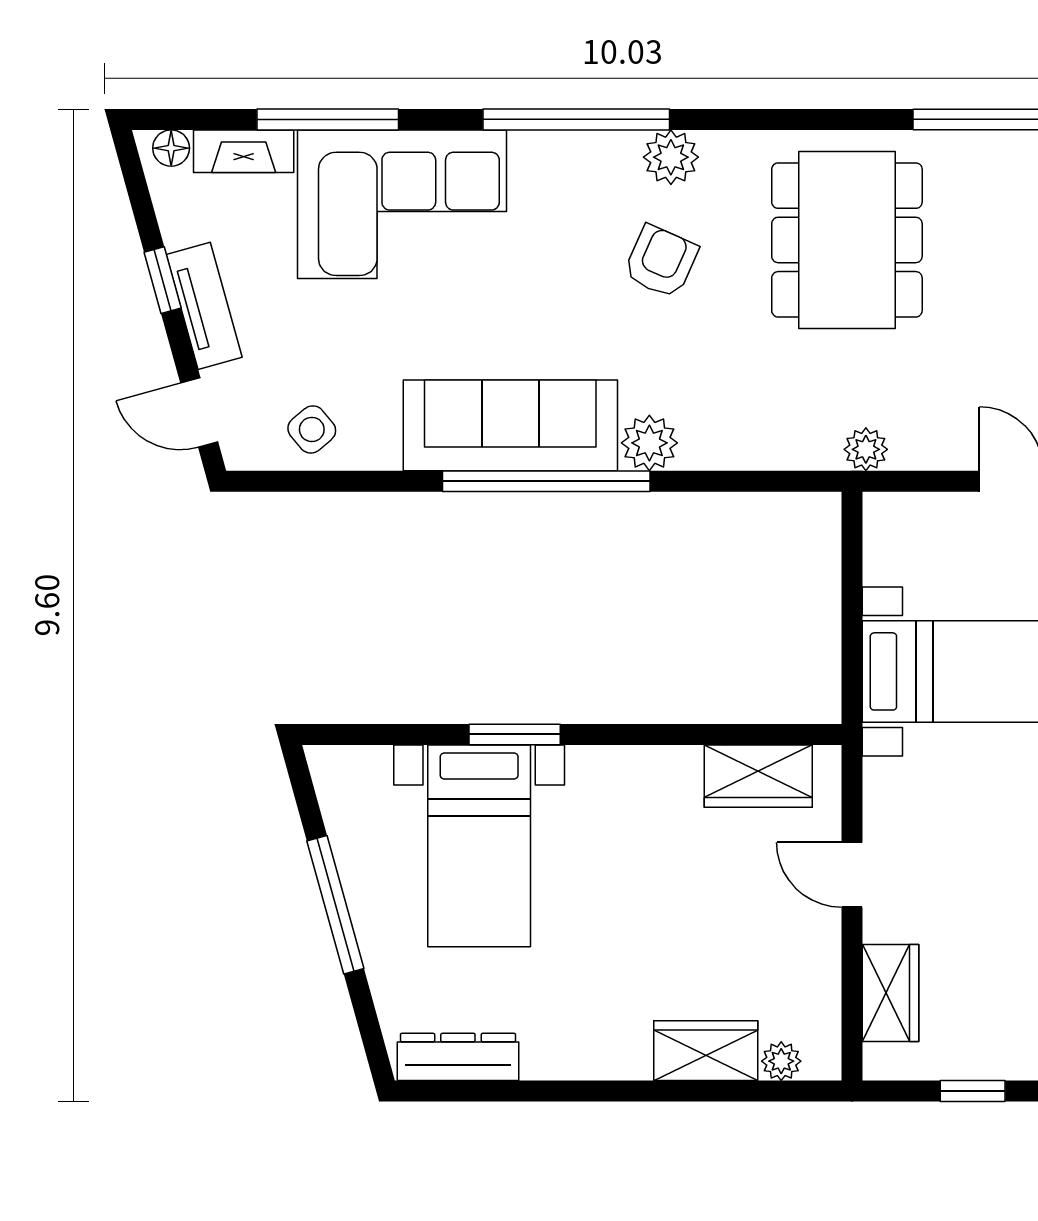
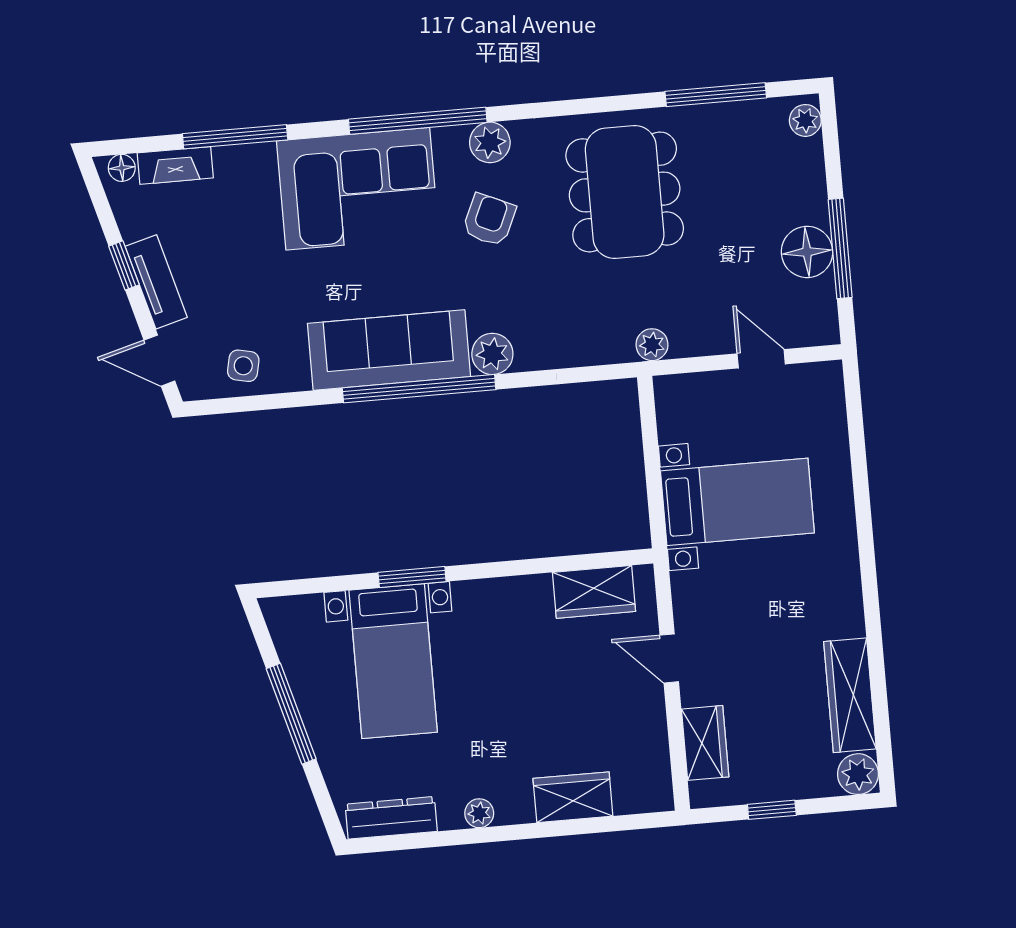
corner sofa: (402, 204) -> (358, 189), moved
side table: (312, 429) -> (243, 366), turned -38
plant: (781, 1061) -> (479, 813), moved

